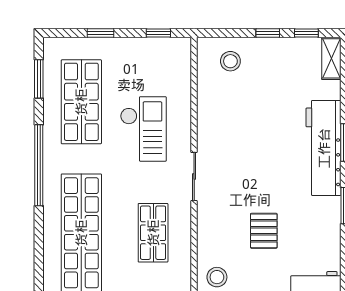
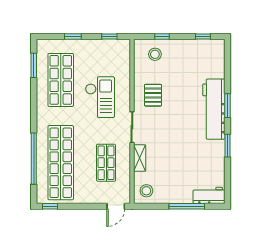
window: (268, 33) -> (162, 36), moved
shelving: (331, 58) -> (140, 158), moved
window: (39, 165) -> (34, 159), moved
pallet: (264, 231) -> (153, 95), moved

